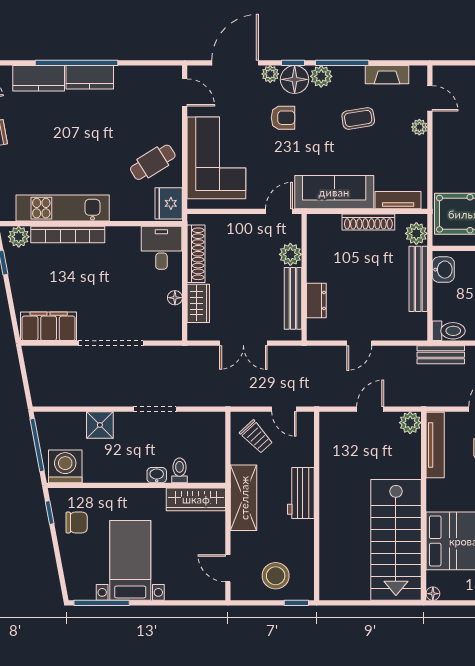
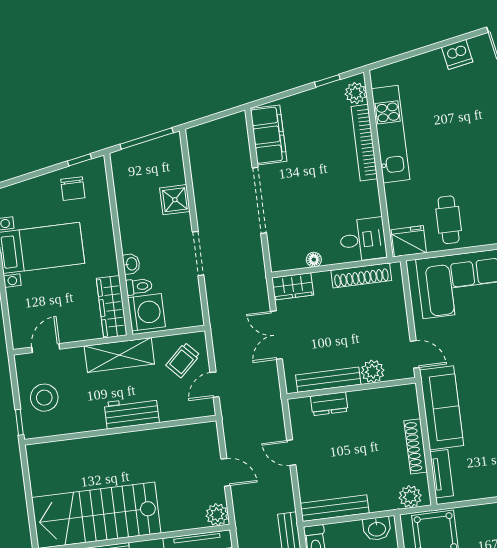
cafe table: (153, 162) -> (449, 220), turned 32
bench: (418, 279) -> (335, 508), moved
wardrobe: (198, 303) -> (293, 286), moved
washing machine: (65, 466) -> (146, 312), moved

